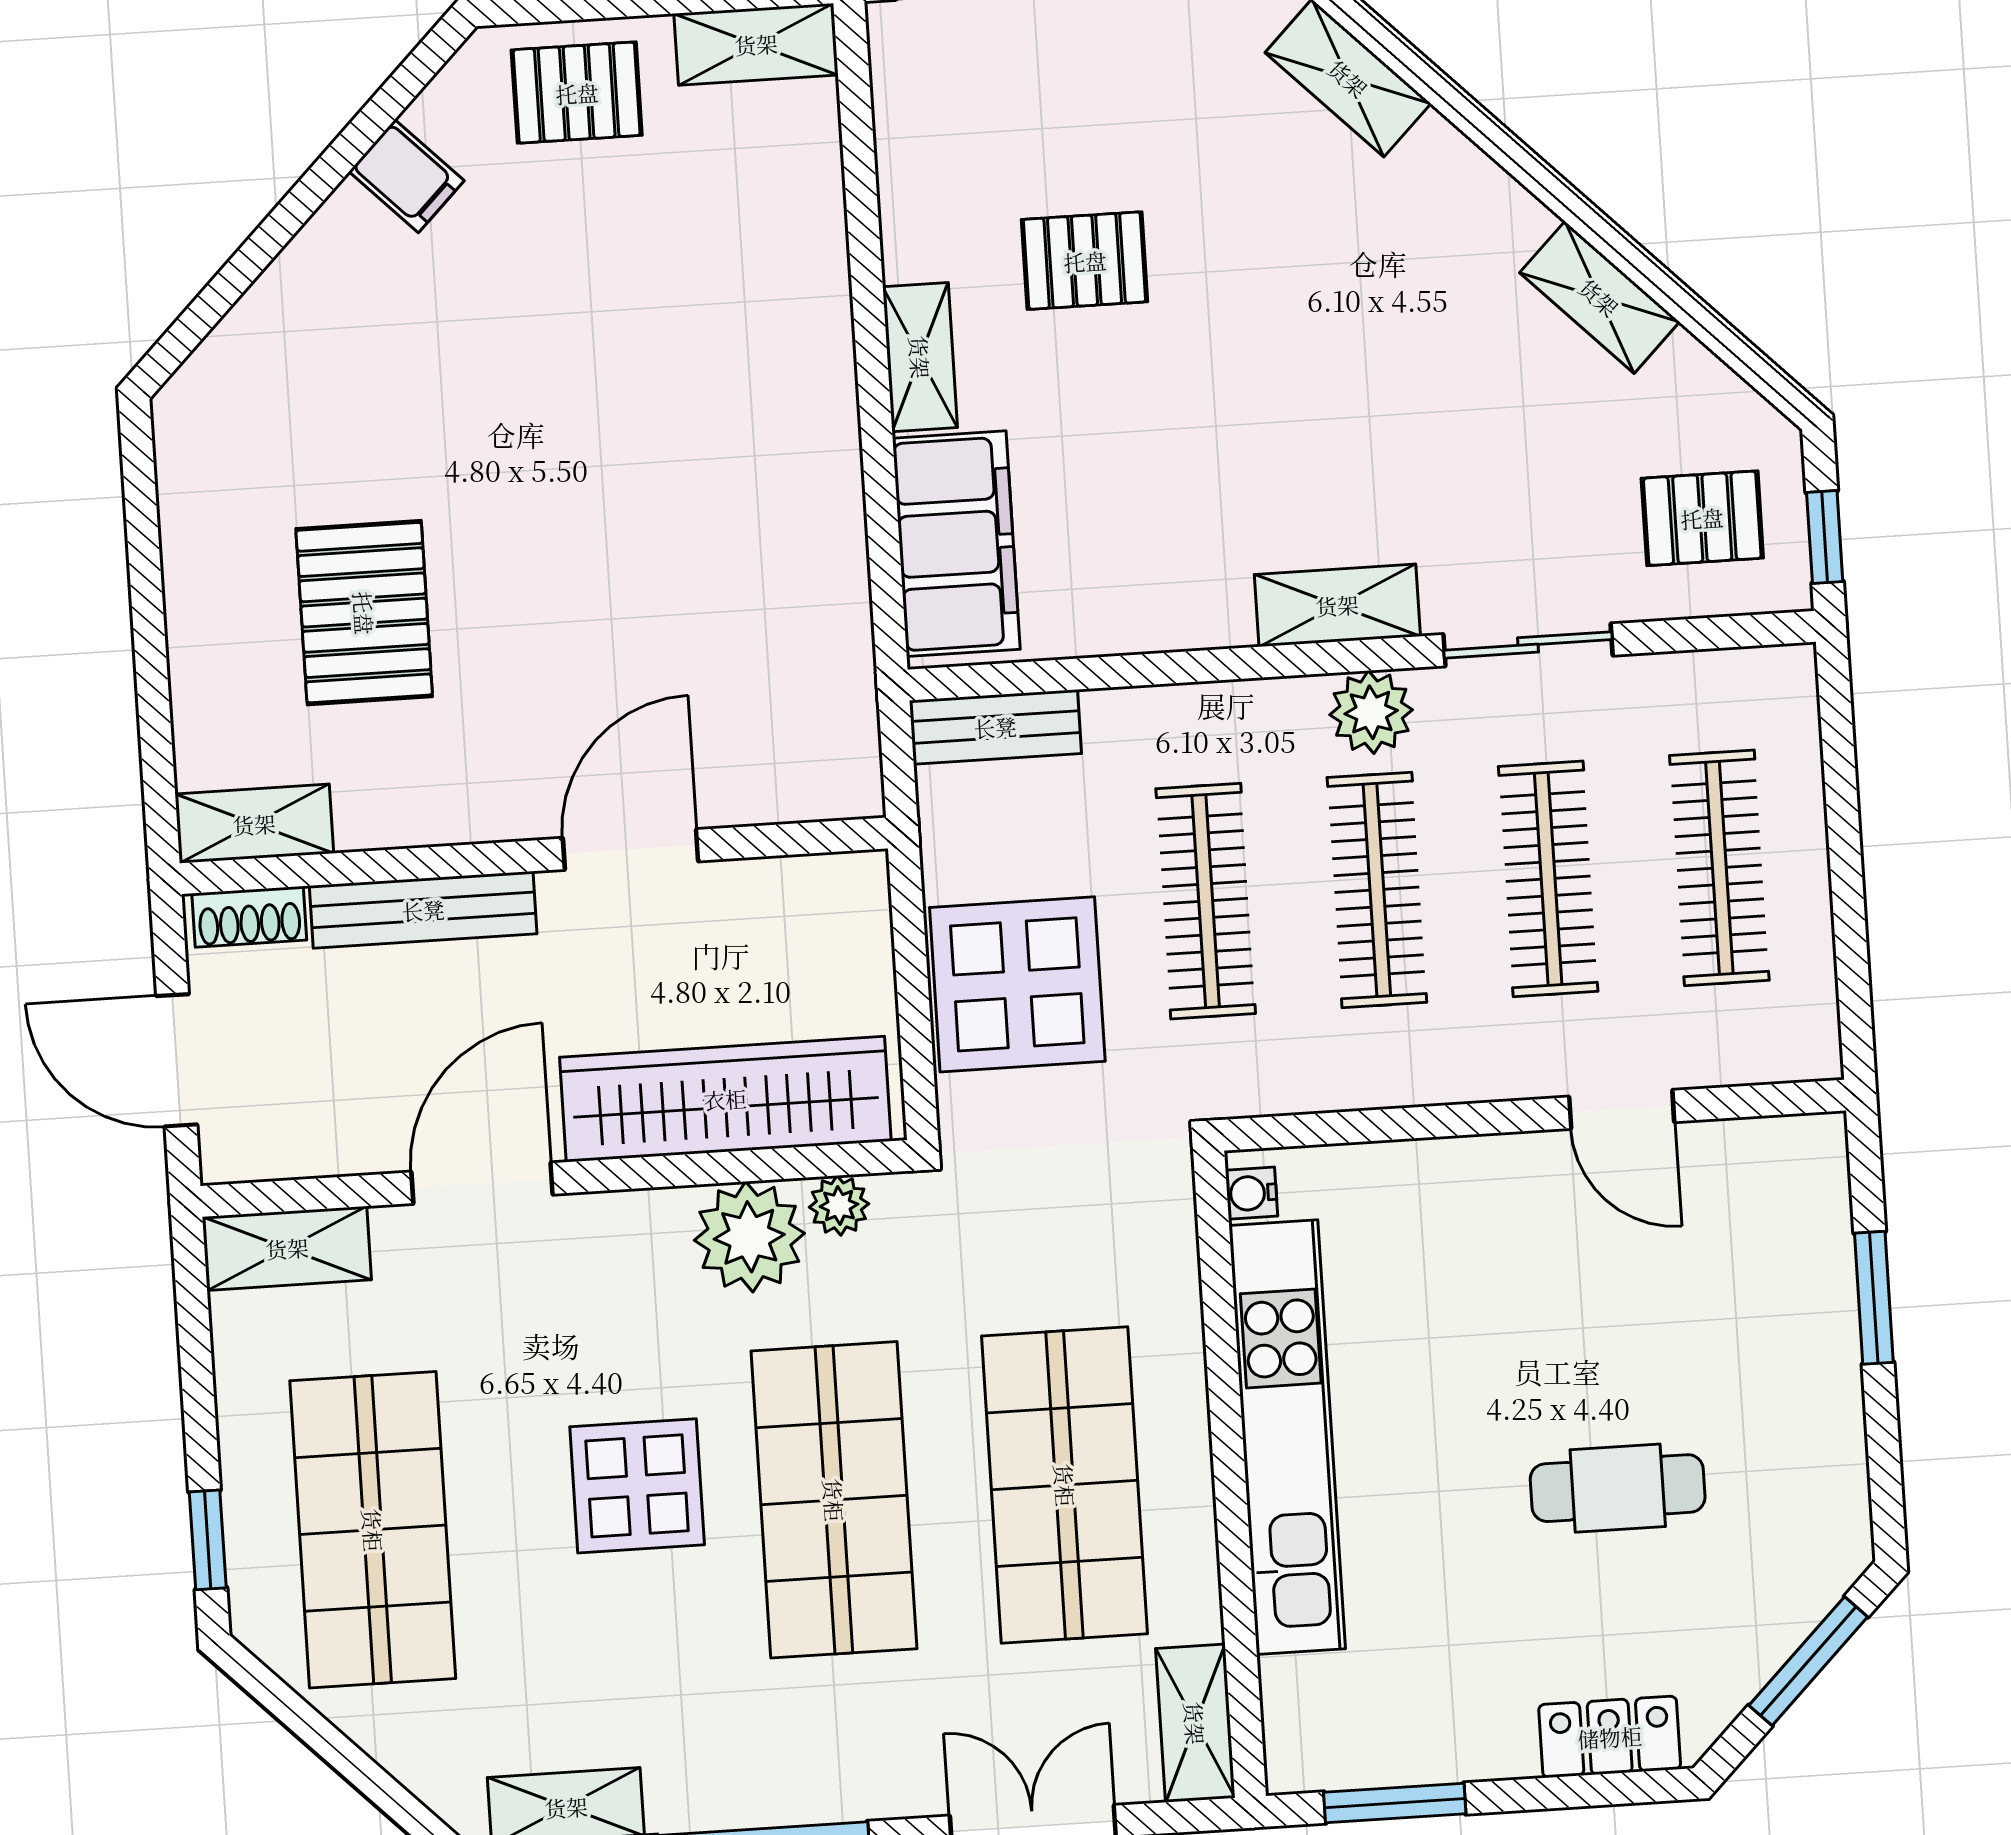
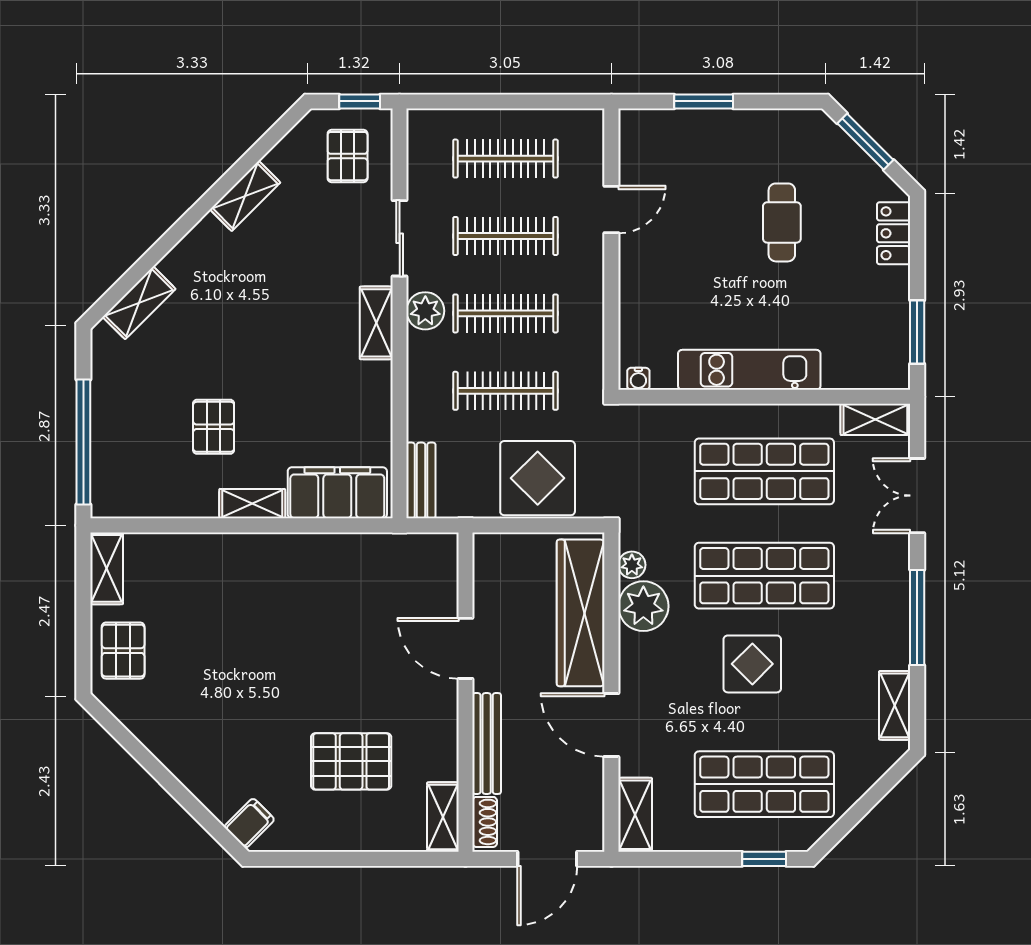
filing cabinet: (407, 176) -> (249, 823), moved
kitchen unit: (1287, 1437) -> (749, 370), width x0.73

